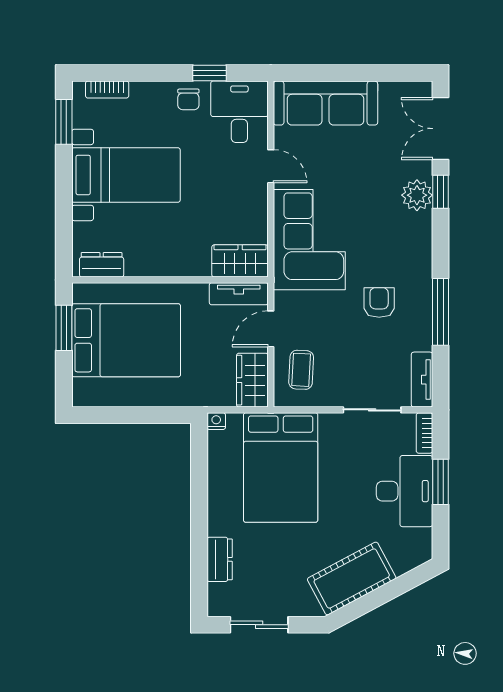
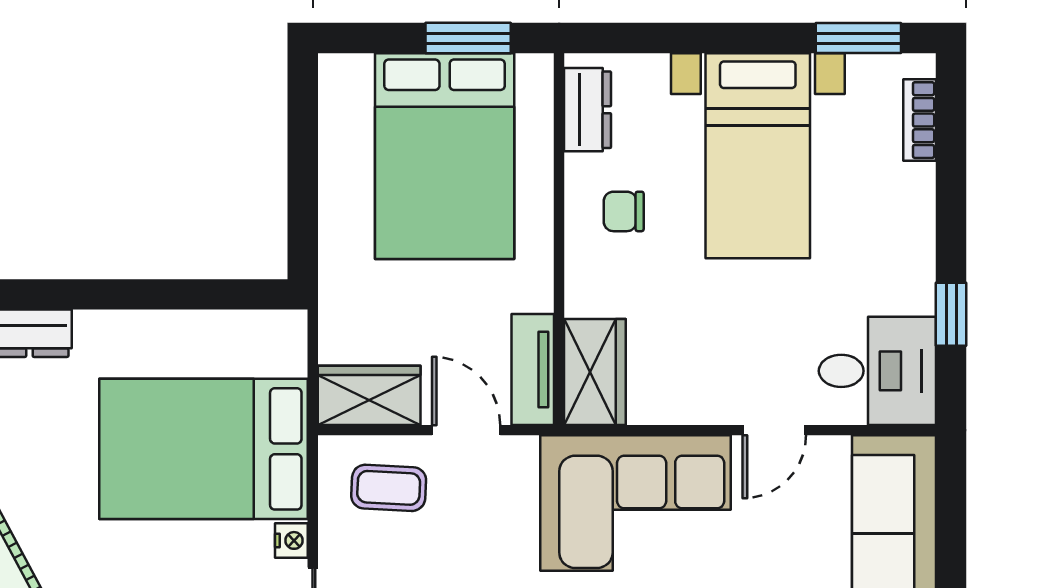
chair: (188, 99) -> (624, 211), moved
nightstand: (216, 421) -> (291, 540), moved

